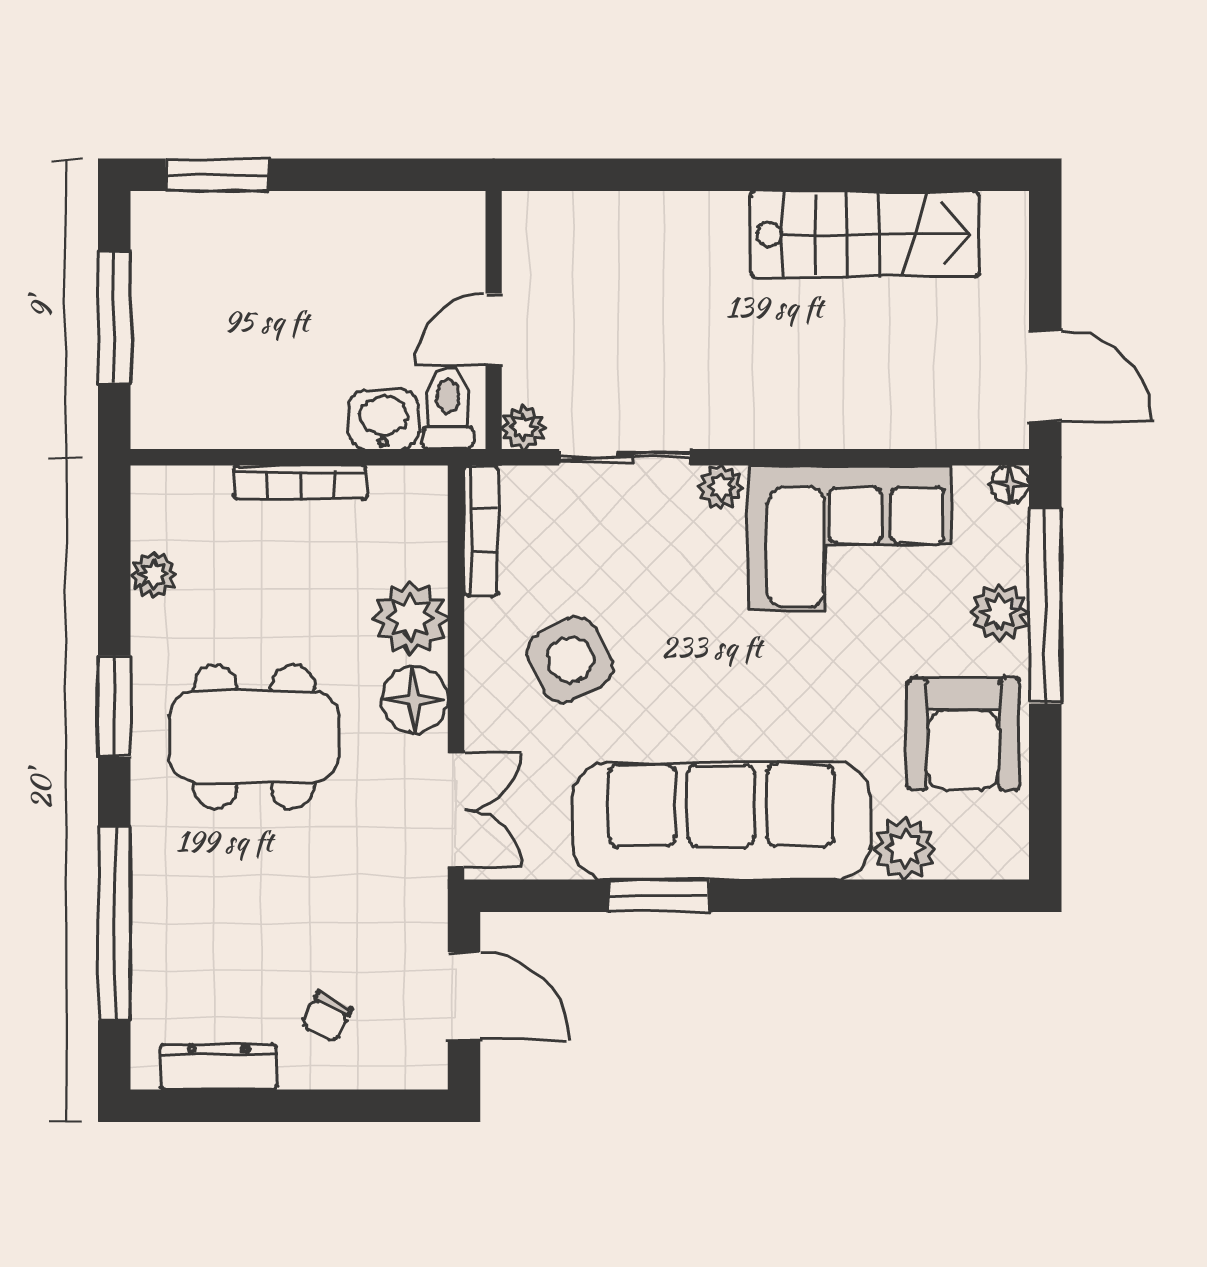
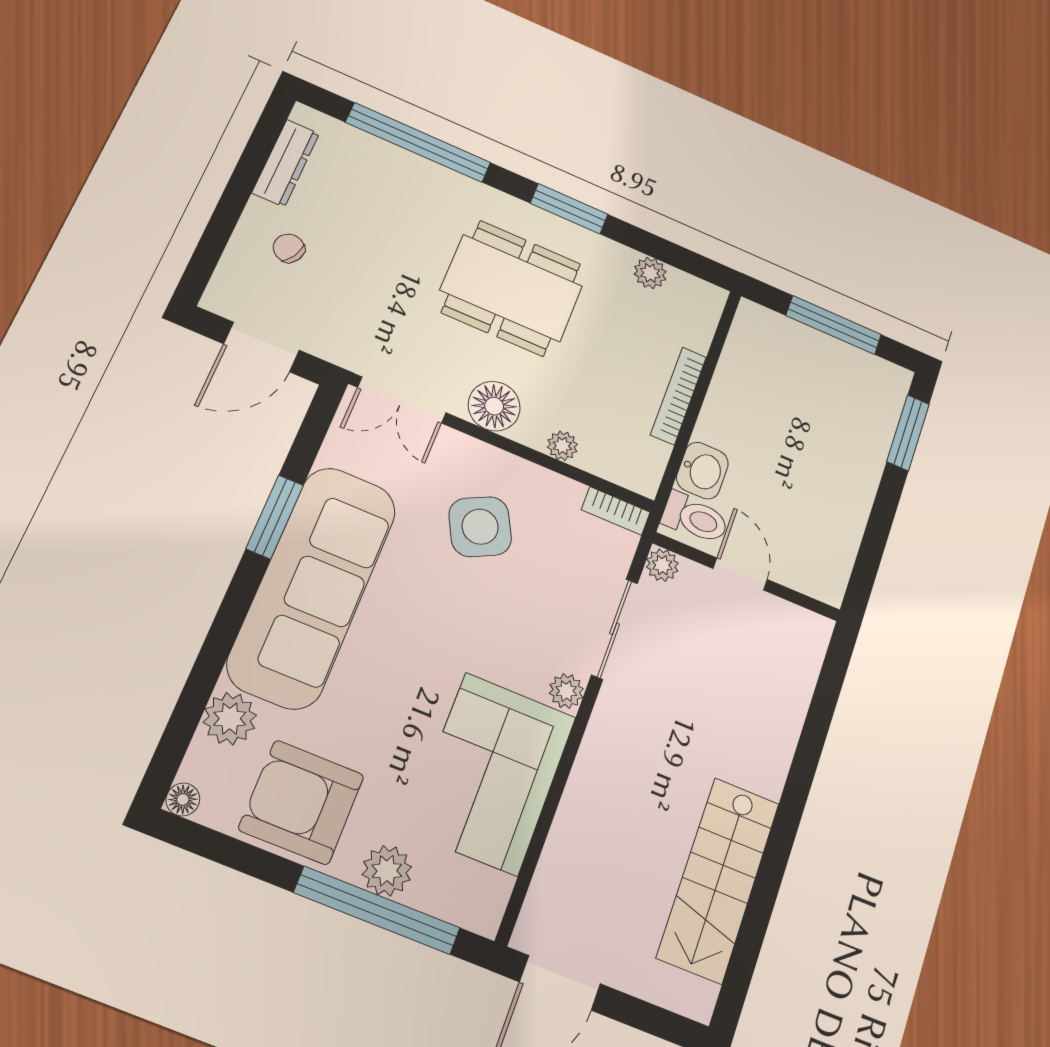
floor lamp: (1010, 484) -> (183, 799), moved
bookcase: (481, 531) -> (616, 511), width x0.64
plant: (410, 618) -> (562, 446), width x0.53, depth x0.53
dining table: (254, 737) -> (511, 288), turned 90

